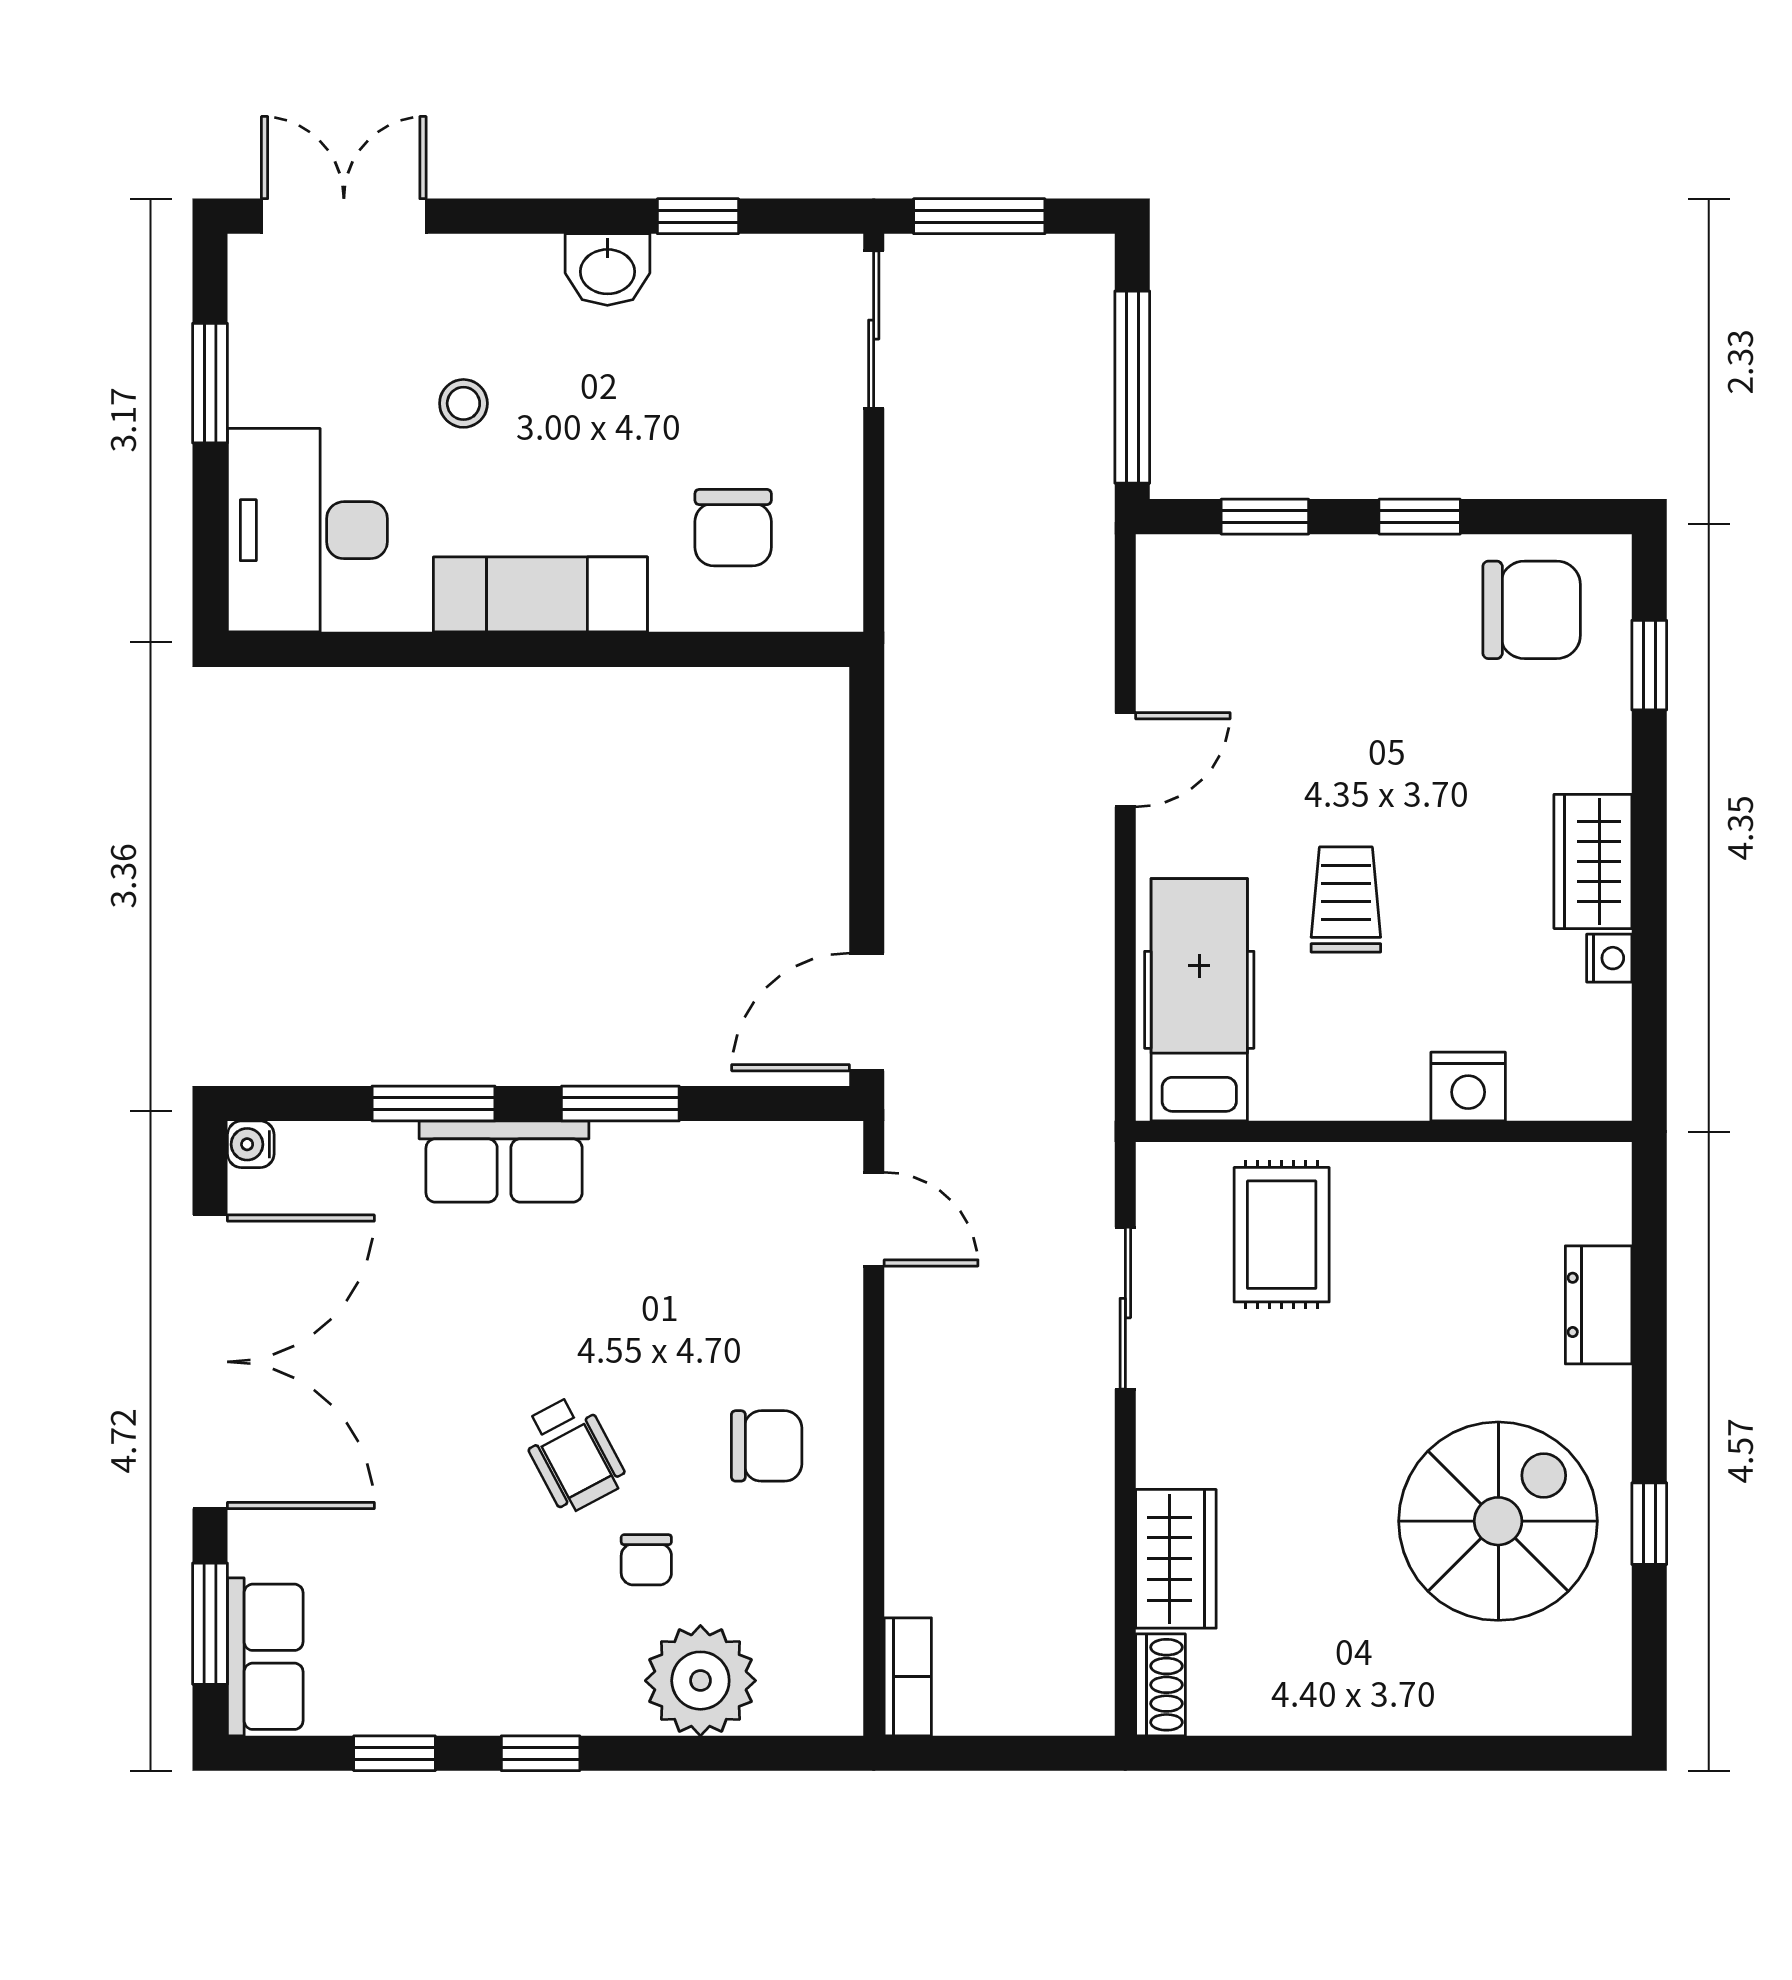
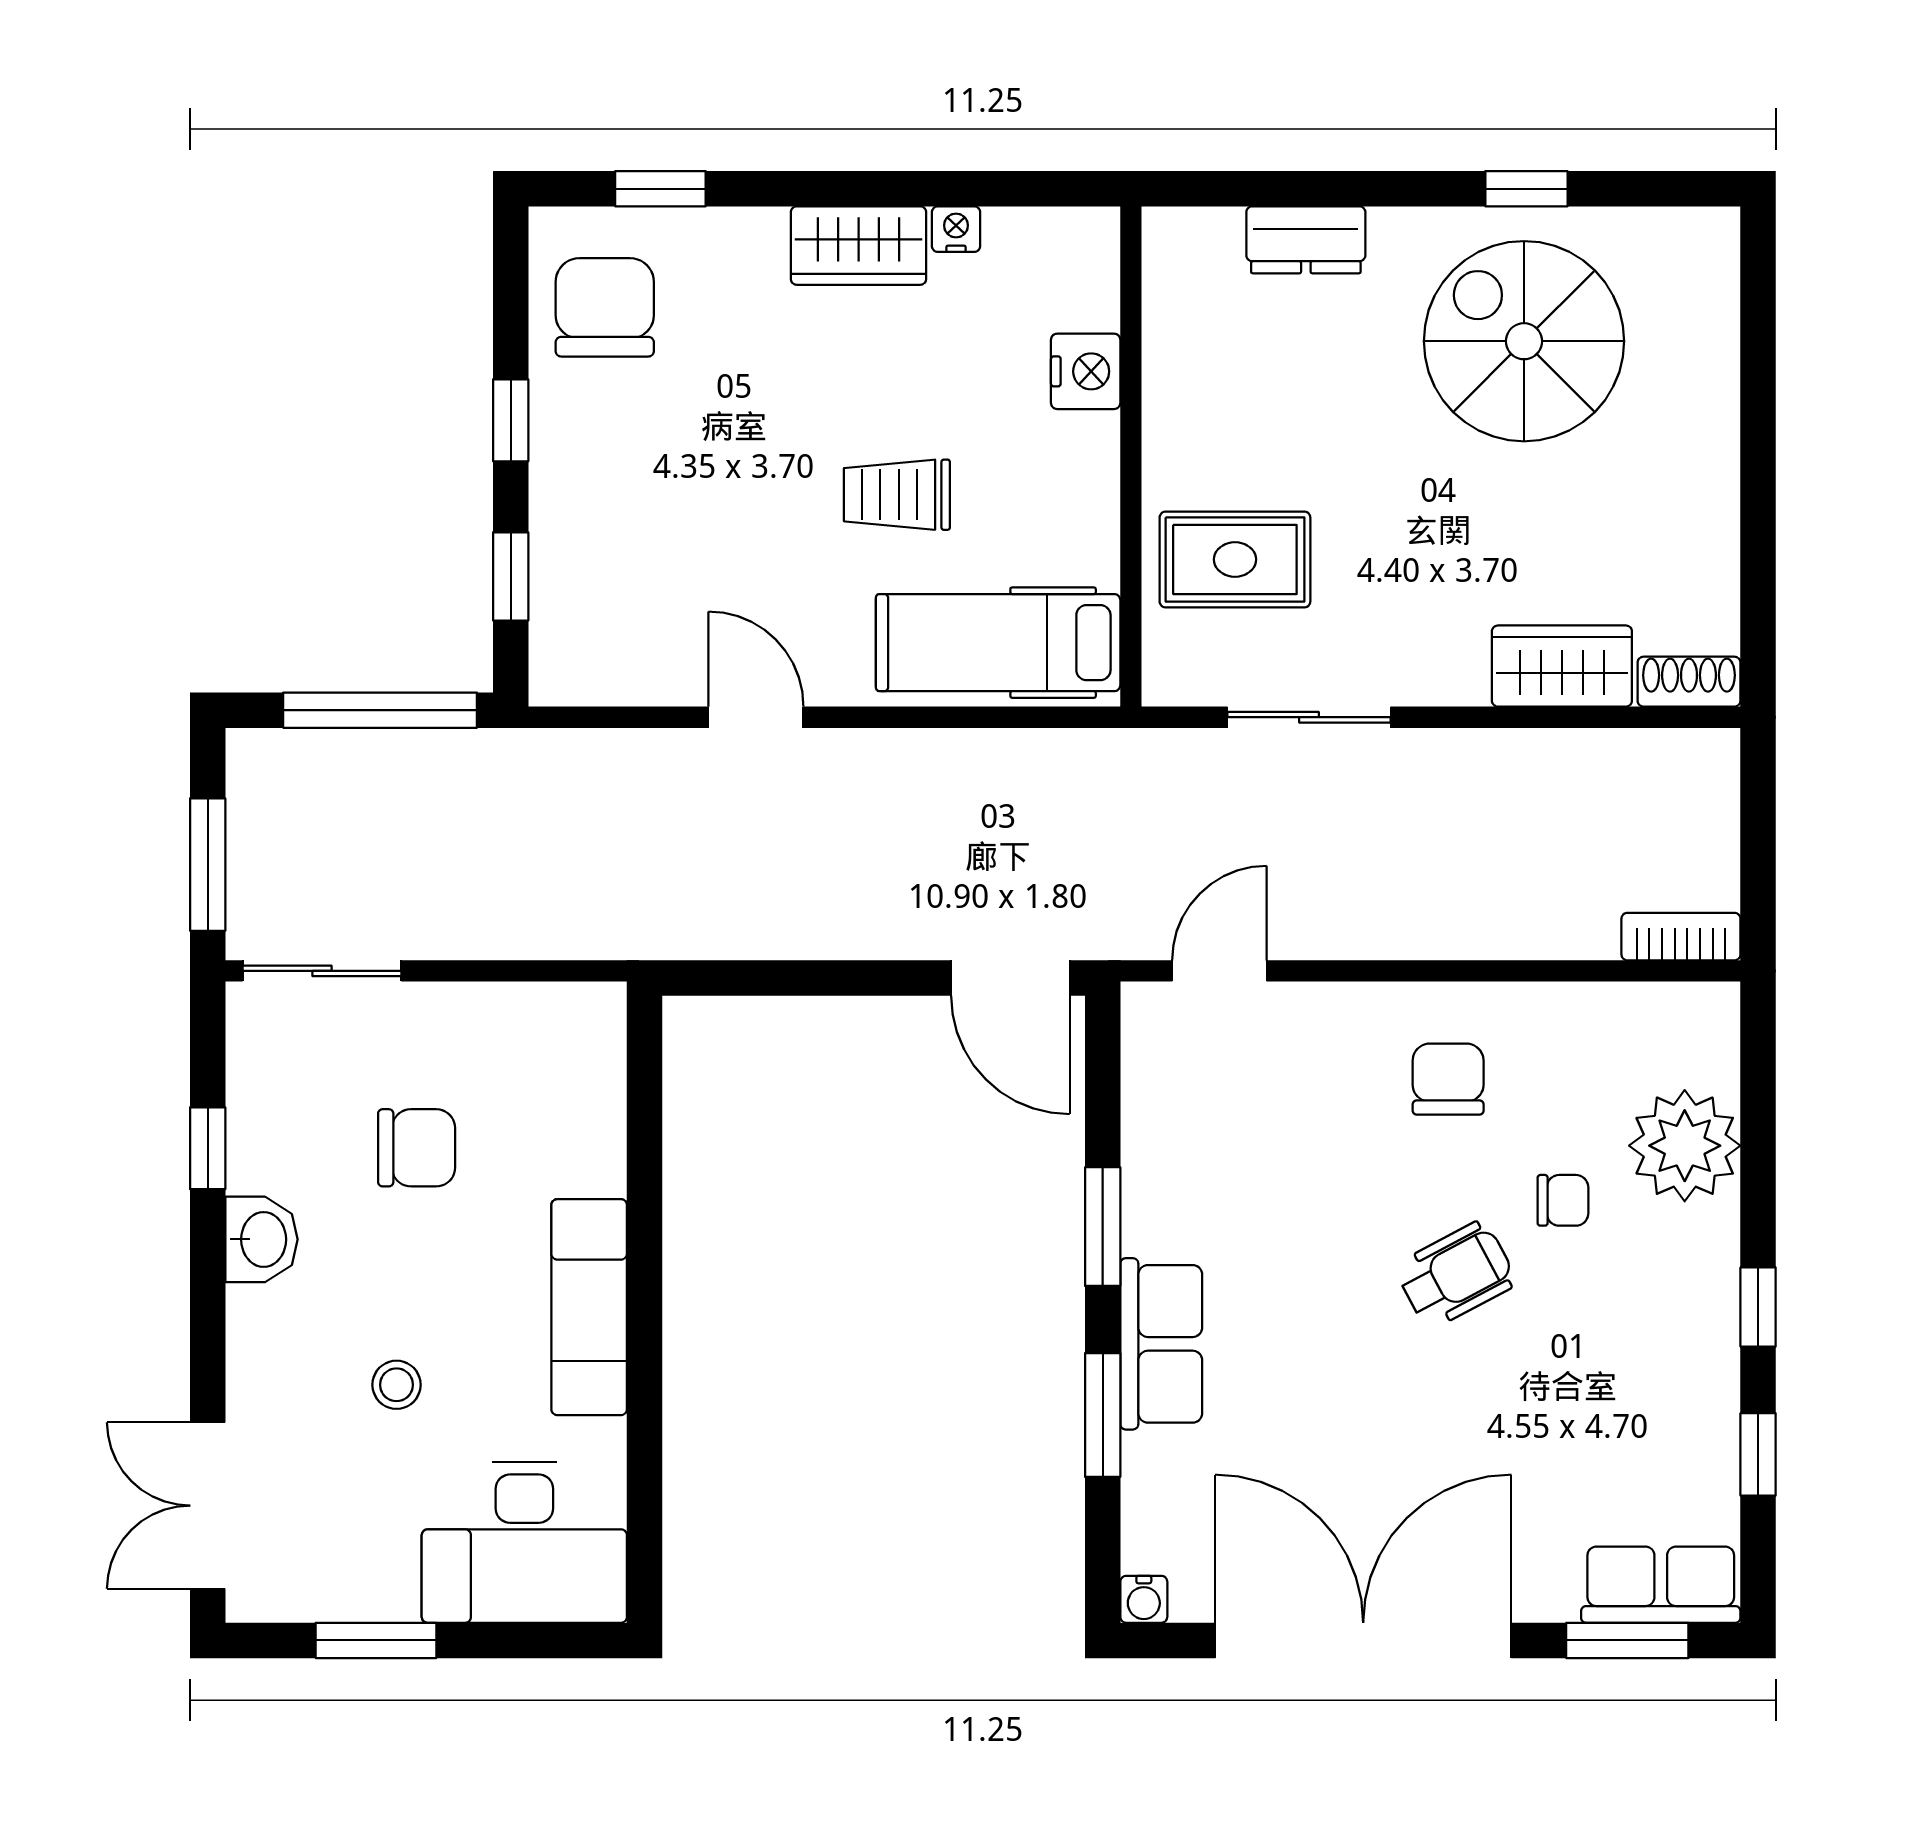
chair: (733, 528) -> (417, 1148), moved

